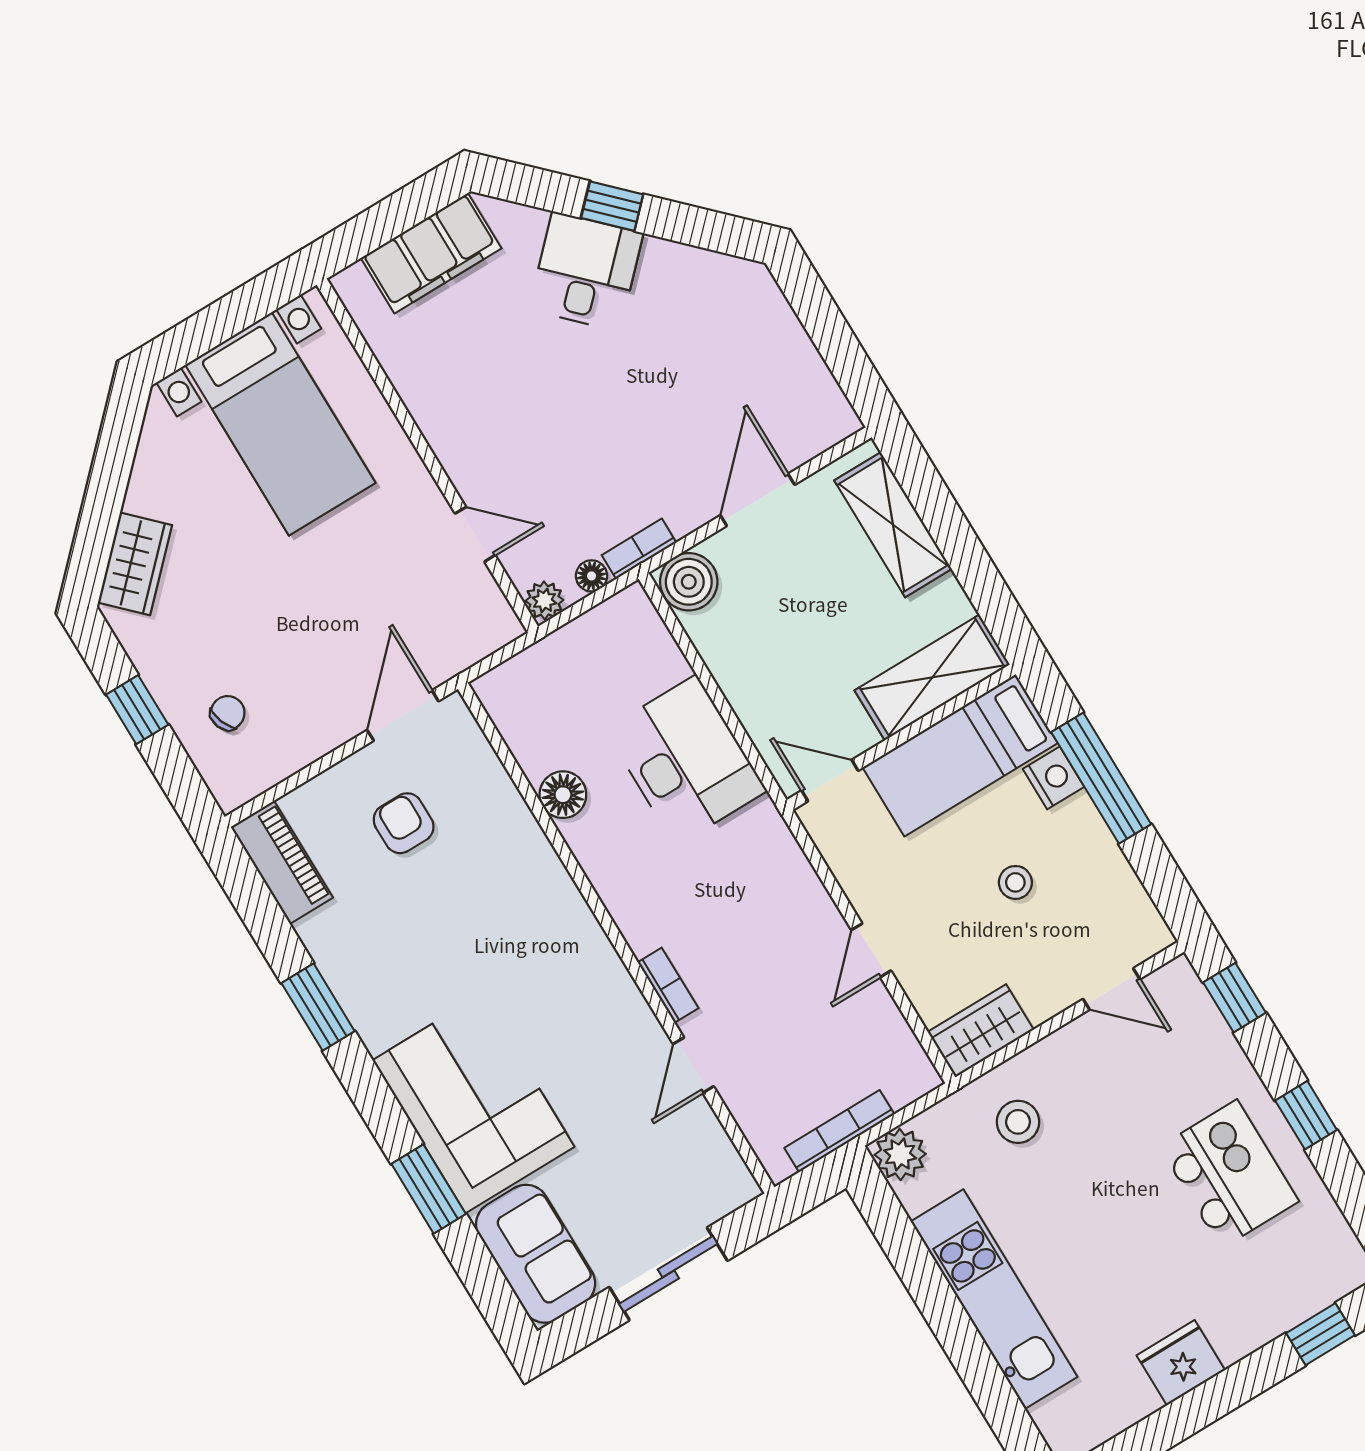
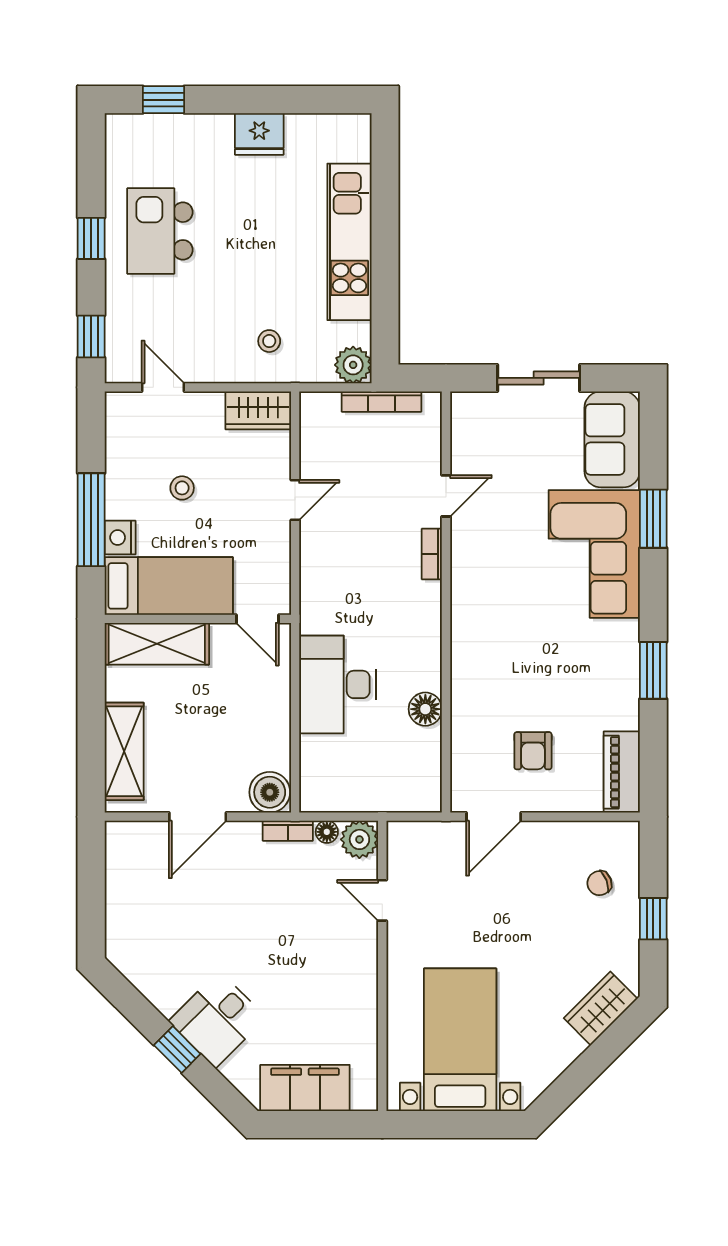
plant: (544, 600) -> (359, 839), width x1.38, depth x1.38
stool: (1018, 1122) -> (269, 341), width x0.73, depth x0.73

